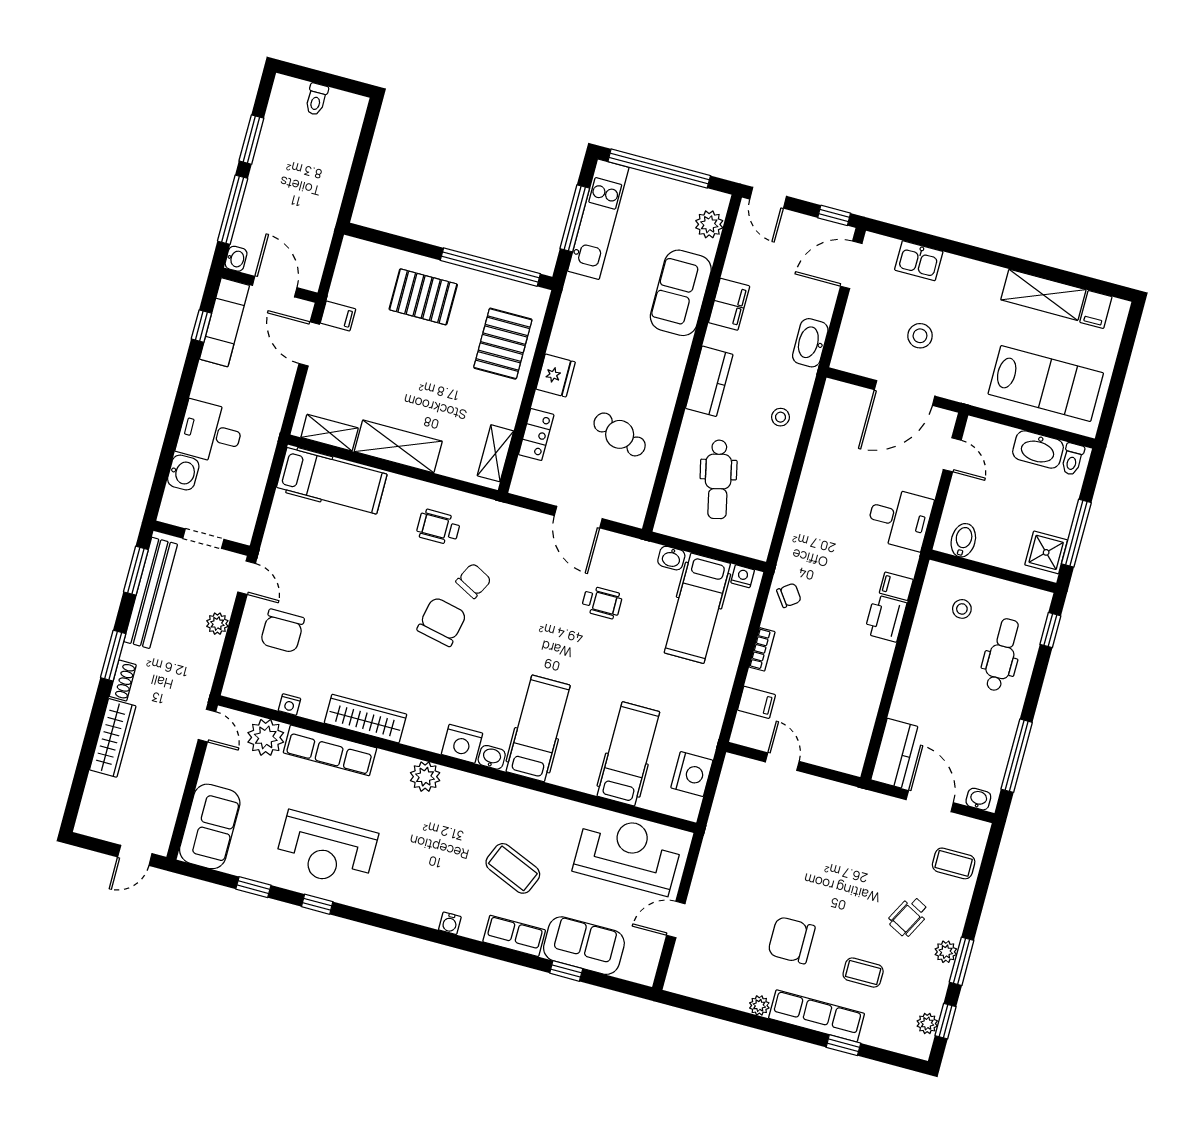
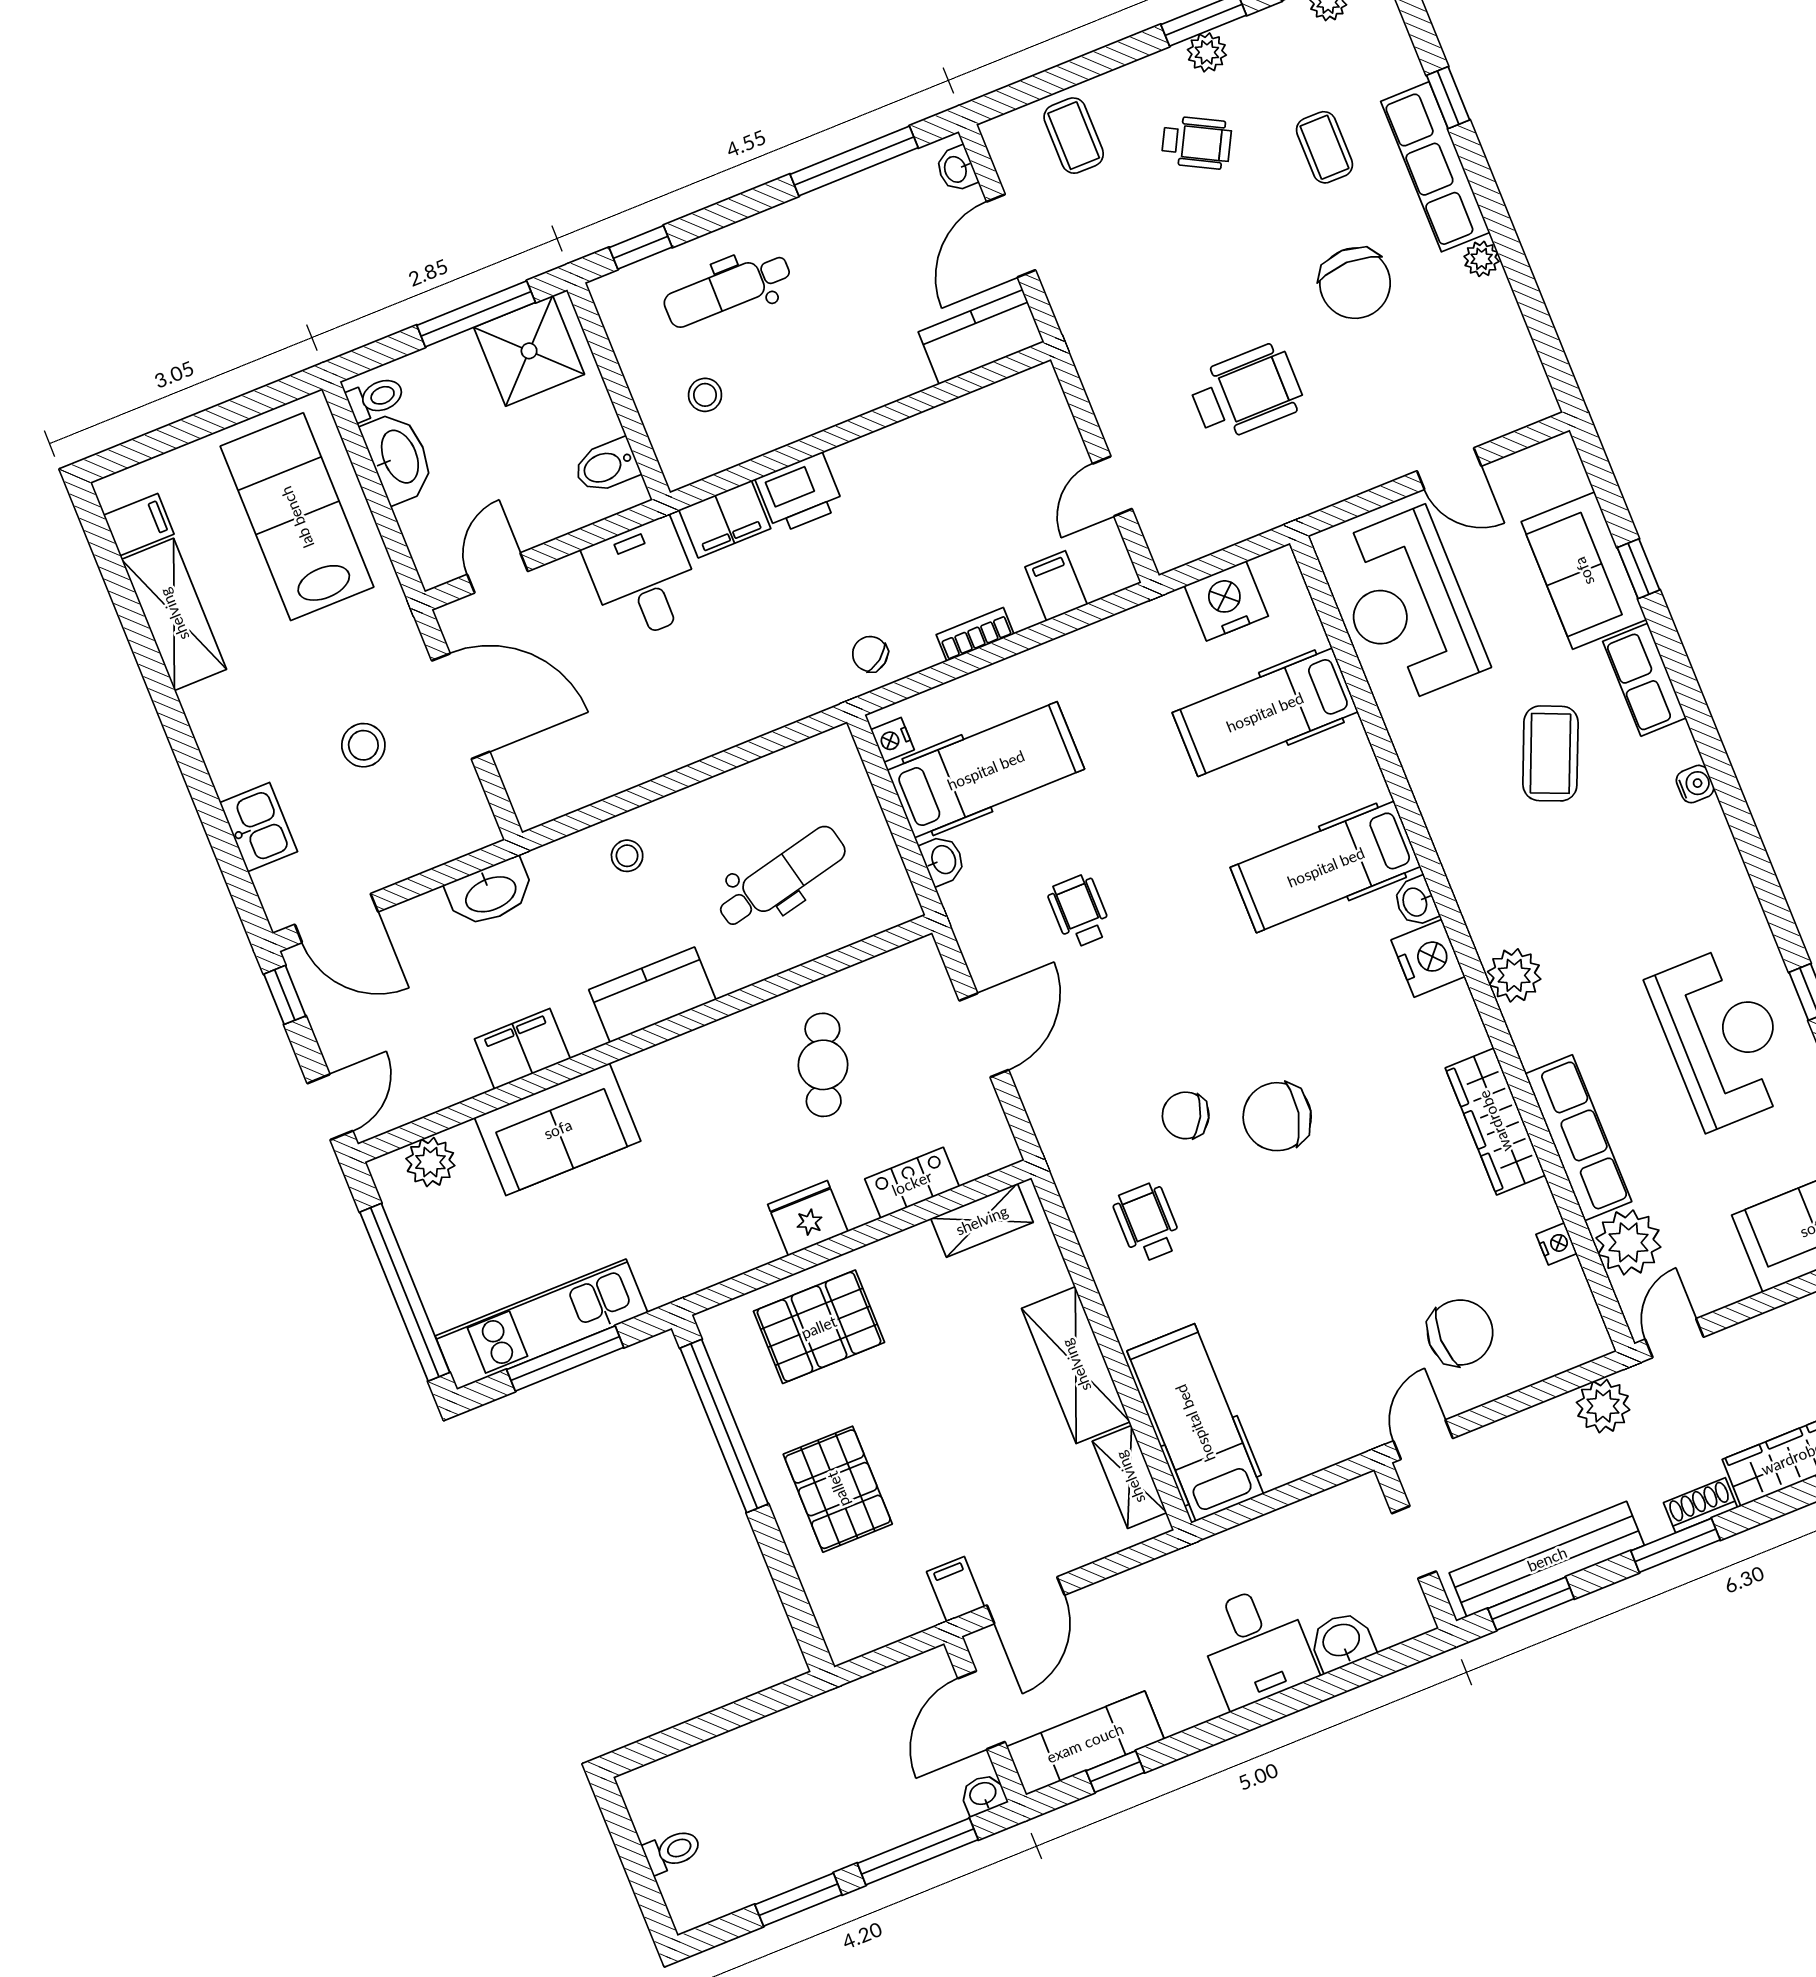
wheelchair: (438, 527) -> (1147, 1222), turned 180
shower: (1046, 552) -> (529, 351), width x1.36, depth x1.36
filing cabinet: (896, 586) -> (725, 519), width x2.00
plant: (217, 624) -> (1603, 1406), moved, width x1.38, depth x1.38
wheelchair: (779, 854) -> (1246, 392), added

